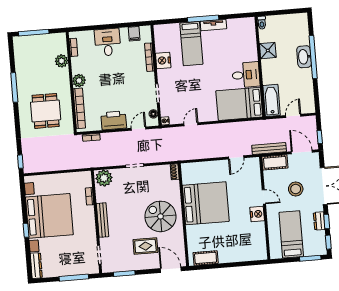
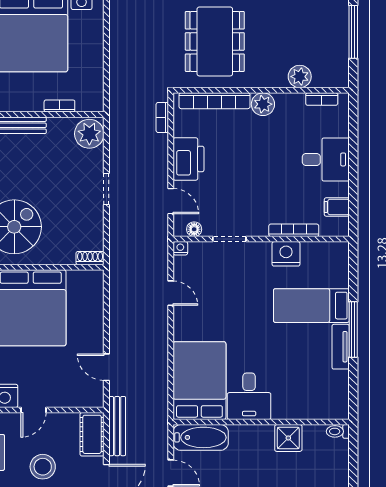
dining table: (46, 111) -> (215, 41), width x1.38

